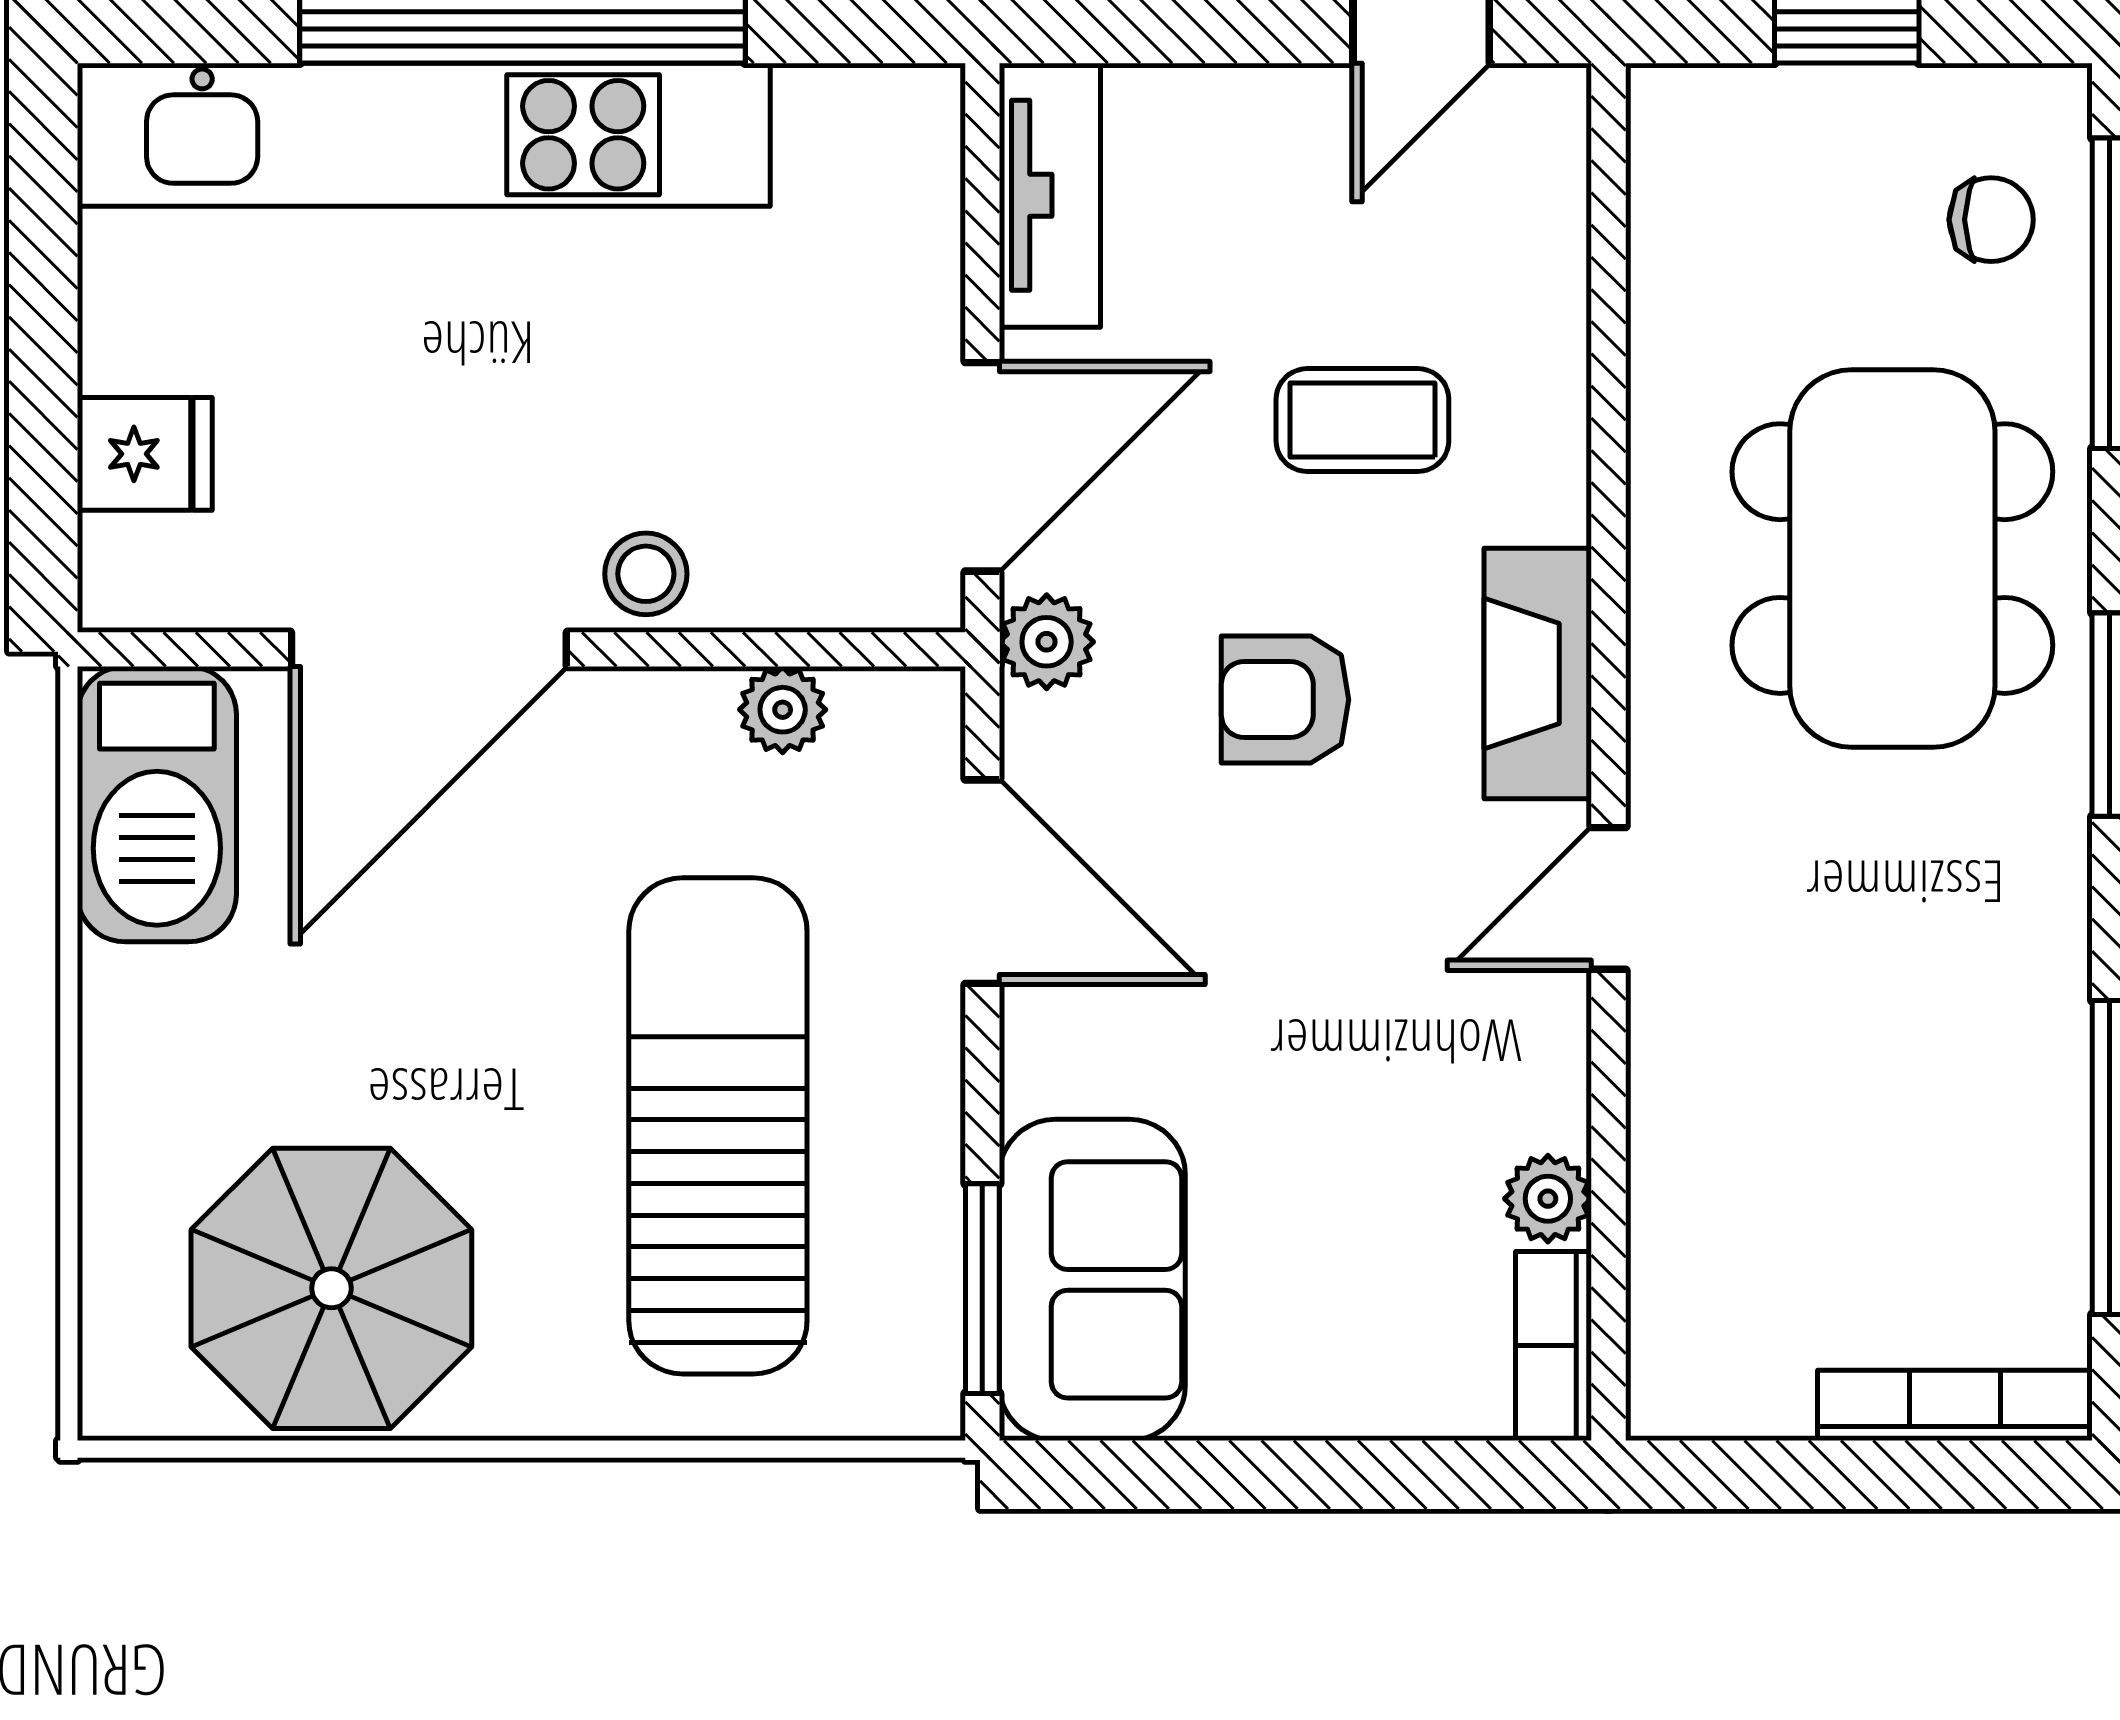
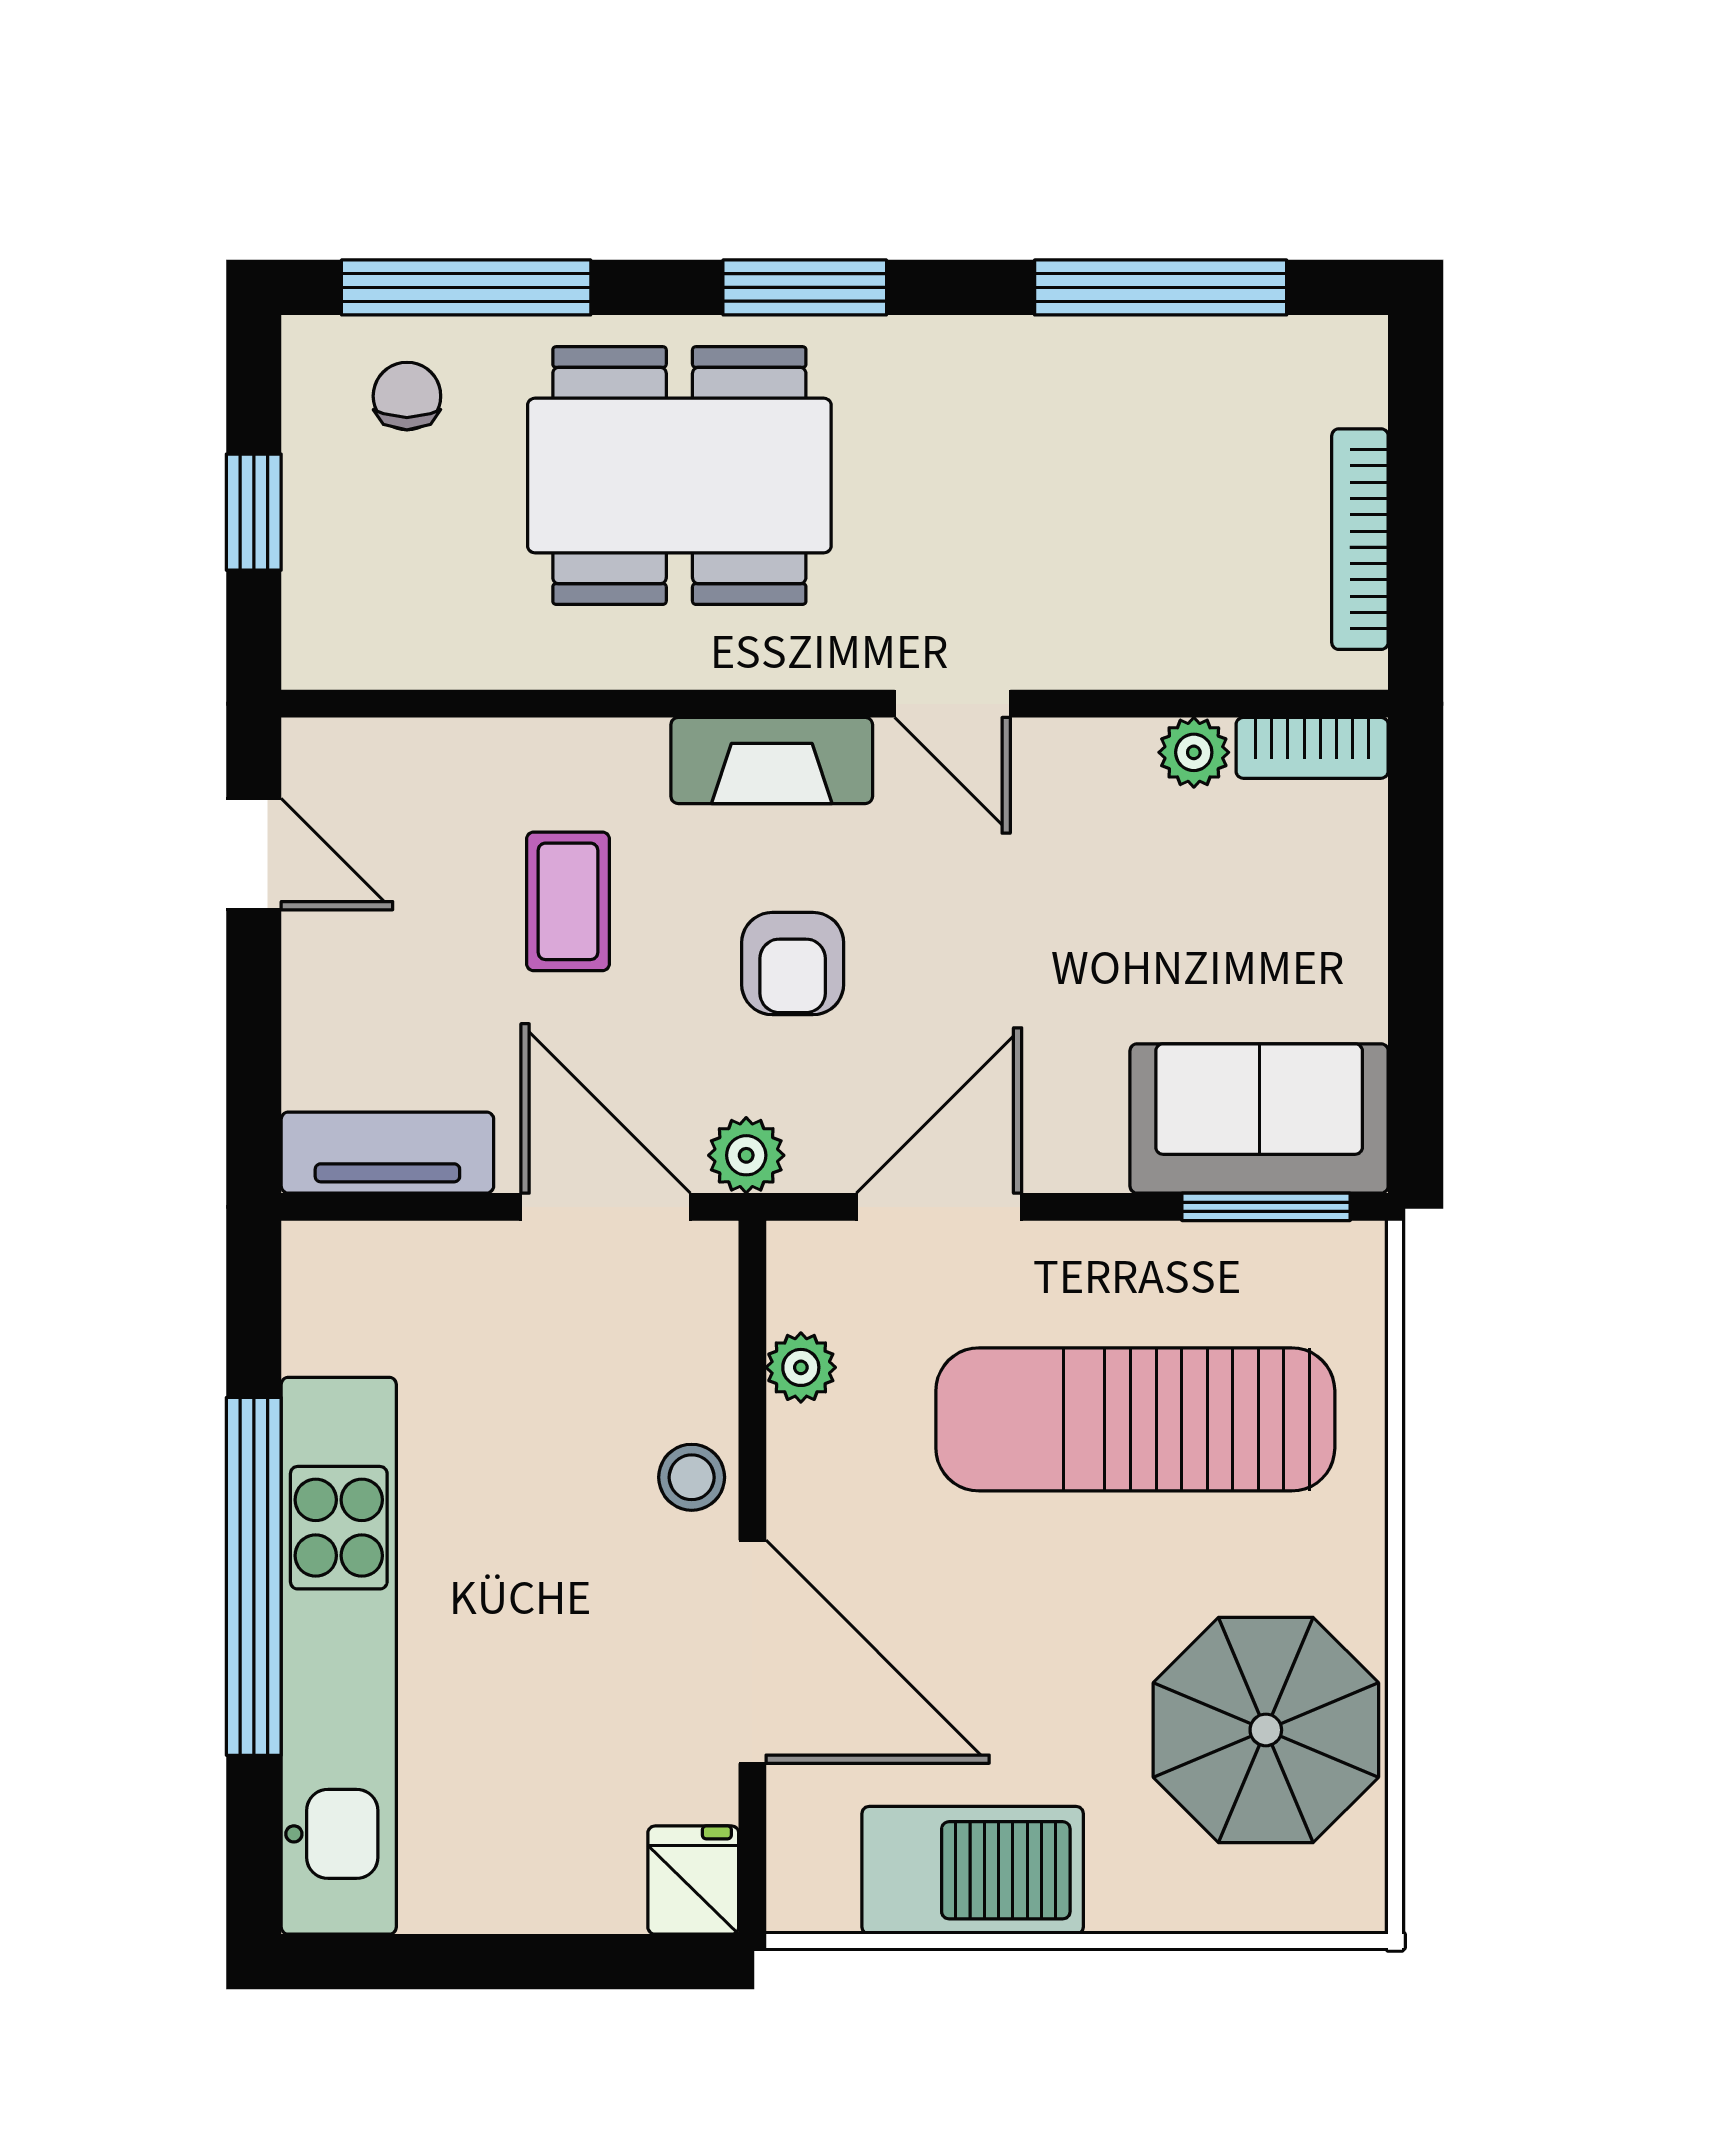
fridge: (145, 454) -> (693, 1880), moved
barbecue: (157, 804) -> (973, 1870), moved
bookcase: (1955, 1405) -> (1360, 539), moved

